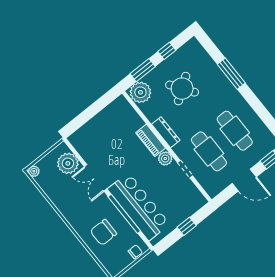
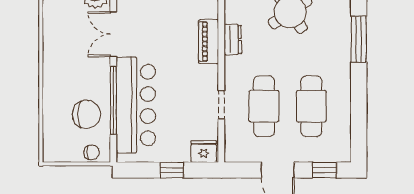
dresser: (166, 132) -> (233, 39), width x0.70
plant: (165, 159) -> (209, 75), removed
fridge: (196, 202) -> (204, 152), added
chair: (103, 232) -> (87, 114), moved, turned 180

